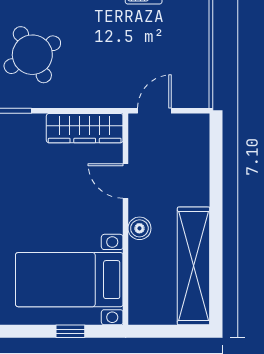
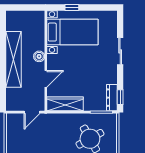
door: (126, 181) -> (46, 79), hinge flipped
shelving: (194, 266) -> (13, 59), moved

